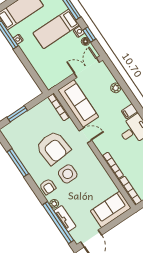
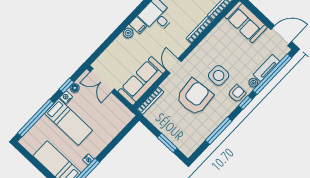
plant: (116, 88) -> (128, 33), moved
window: (38, 193) -> (245, 102), added

